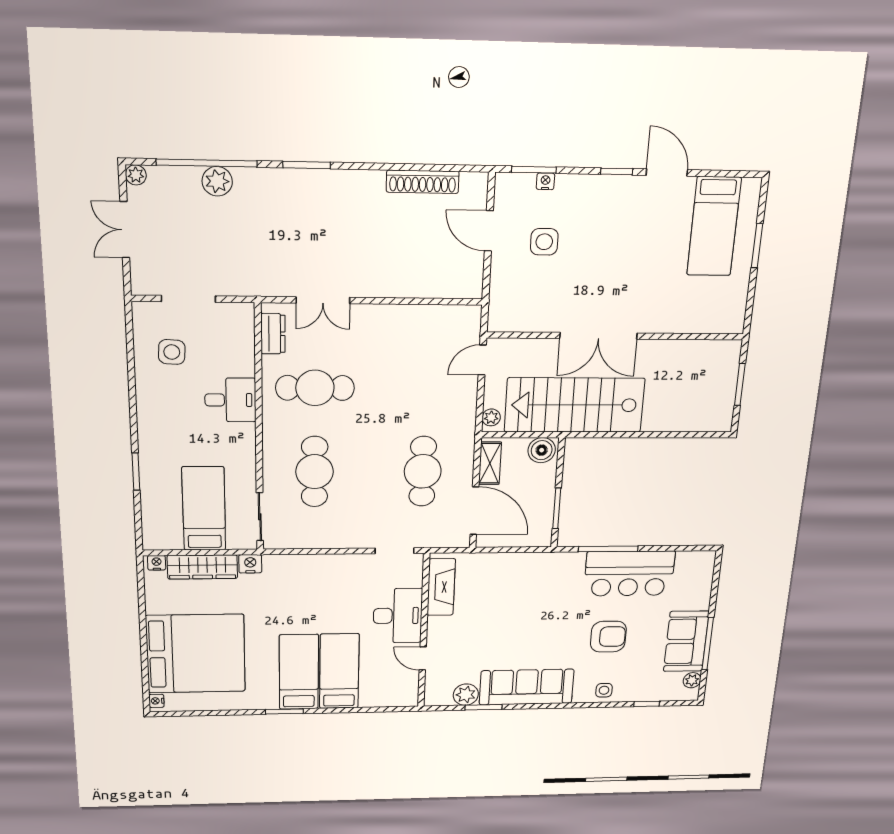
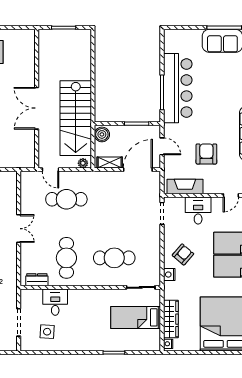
double door: (323, 300) -> (19, 229), moved
double door: (598, 336) -> (37, 108), swing flipped
desk: (230, 400) -> (55, 302), moved
cafe table: (423, 471) -> (66, 199), moved
door: (514, 550) -> (162, 146), added
nightstand: (250, 564) -> (169, 275), moved
bar counter: (629, 574) -> (178, 88), width x1.36
armchair: (320, 585) -> (183, 254), added
desk: (398, 616) -> (198, 211), width x0.73
armchair: (608, 637) -> (206, 154), moved

